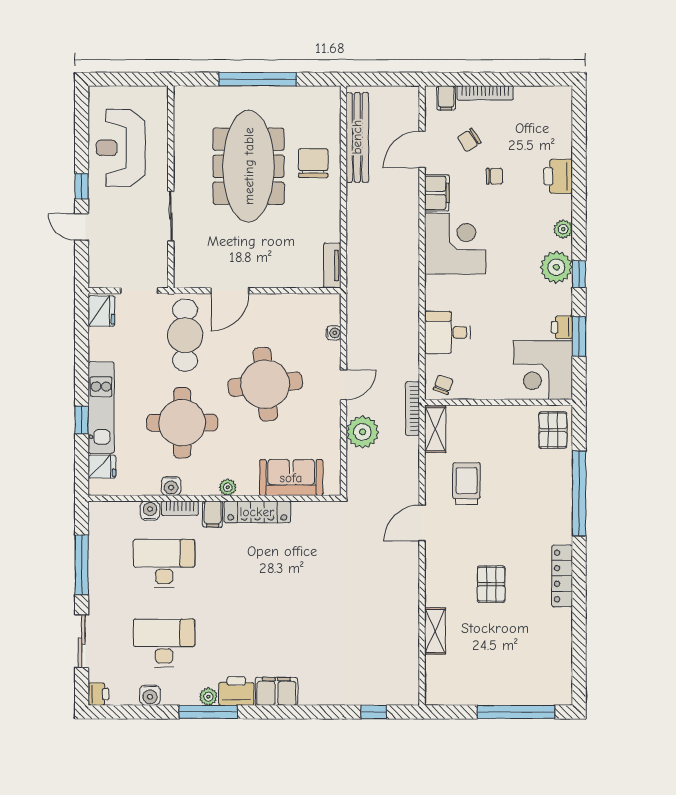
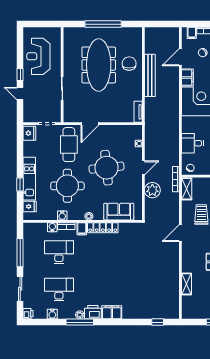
bench: (357, 137) -> (150, 75), moved

